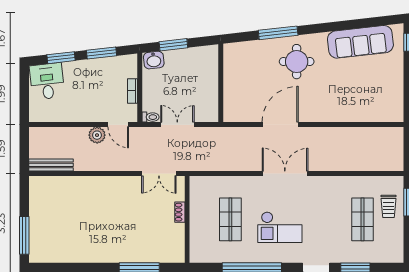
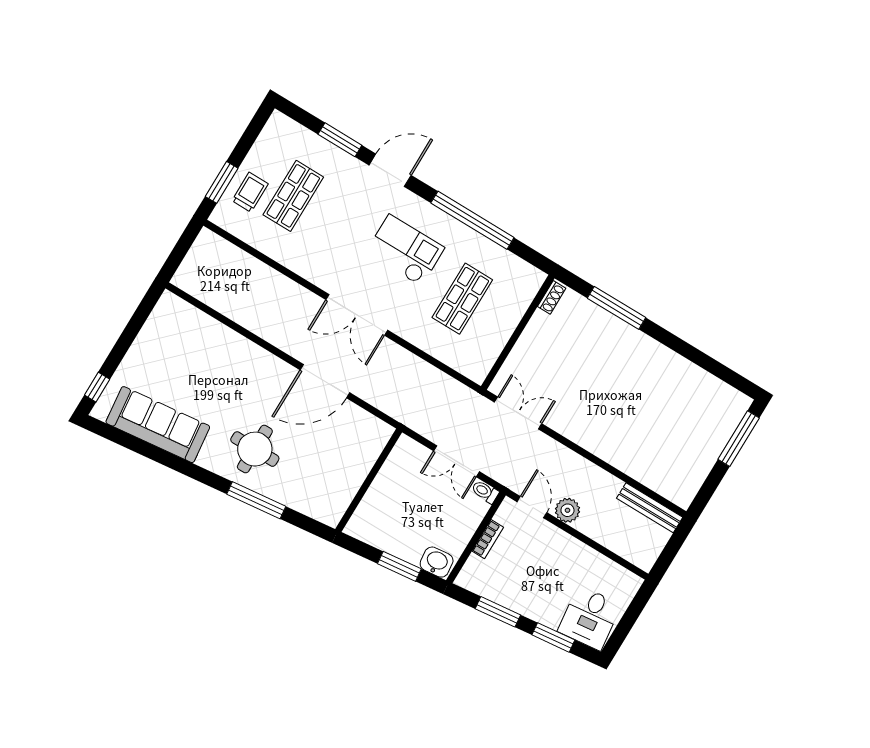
shoe rack: (180, 212) -> (552, 297), moved

